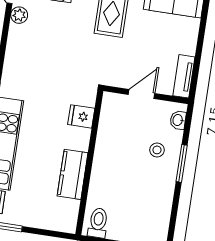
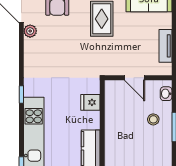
tv unit: (184, 76) -> (165, 46), moved
door: (141, 94) -> (135, 78), swing flipped

